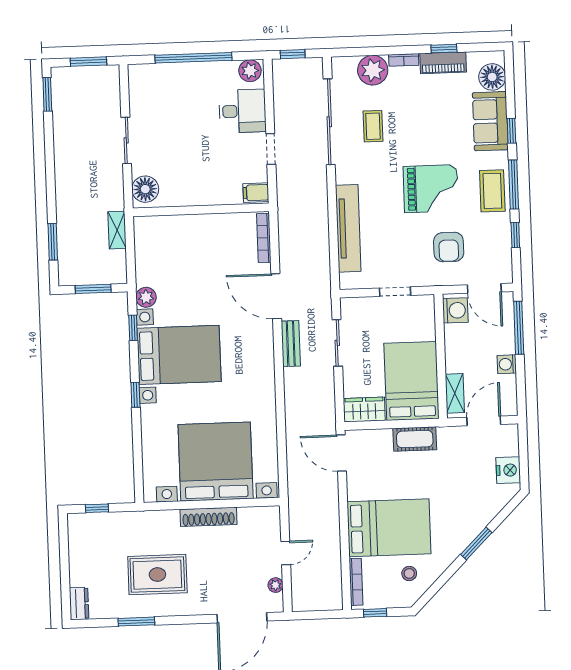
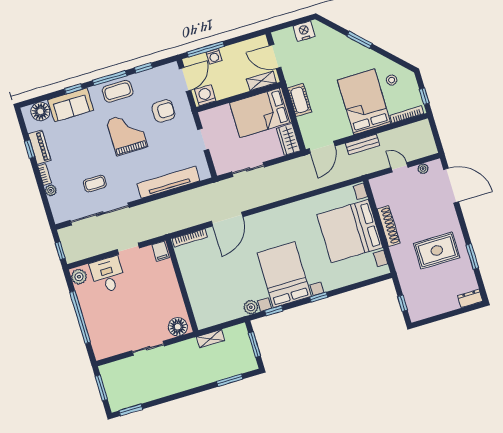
plant: (373, 70) -> (51, 190), width x0.53, depth x0.53
bench: (291, 344) -> (362, 144), moved
washing machine: (507, 364) -> (214, 56), moved
rug: (157, 575) -> (437, 250), turned 90

